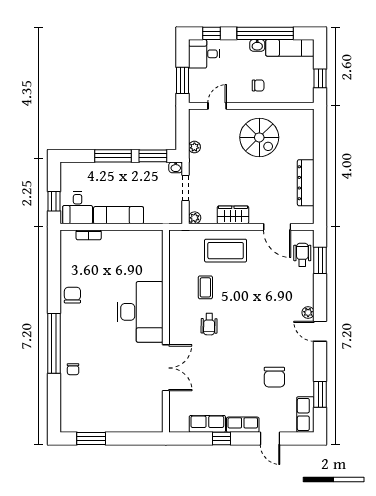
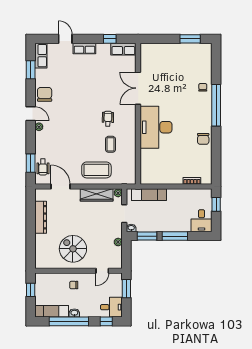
desk: (78, 208) -> (202, 221), moved, turned 180
exam couch: (118, 215) -> (149, 195), moved
wardrobe: (233, 215) -> (97, 195), width x1.50
chair: (274, 377) -> (45, 94), moved
row of seats: (207, 424) -> (123, 49), moved
window: (221, 439) -> (110, 39), moved

